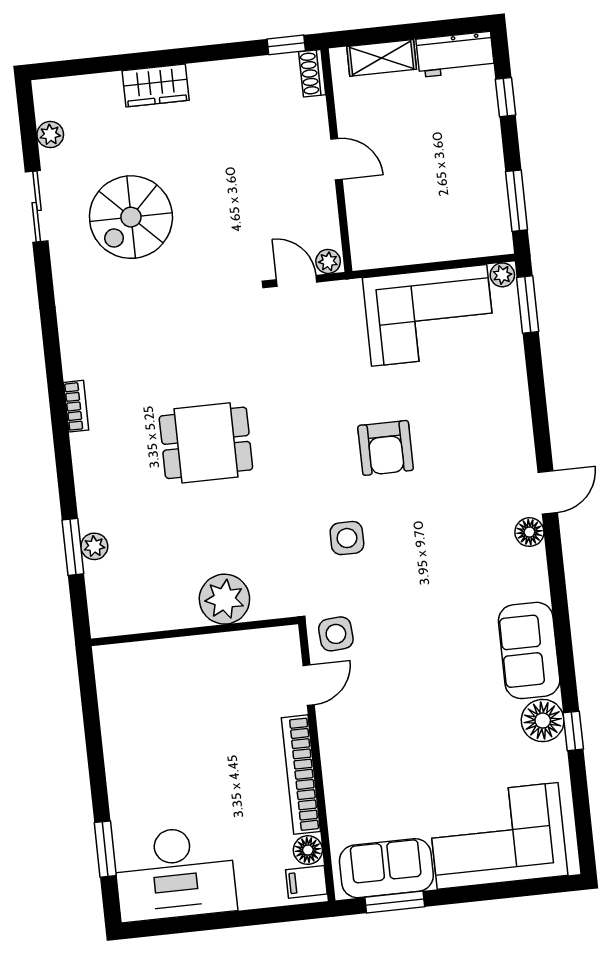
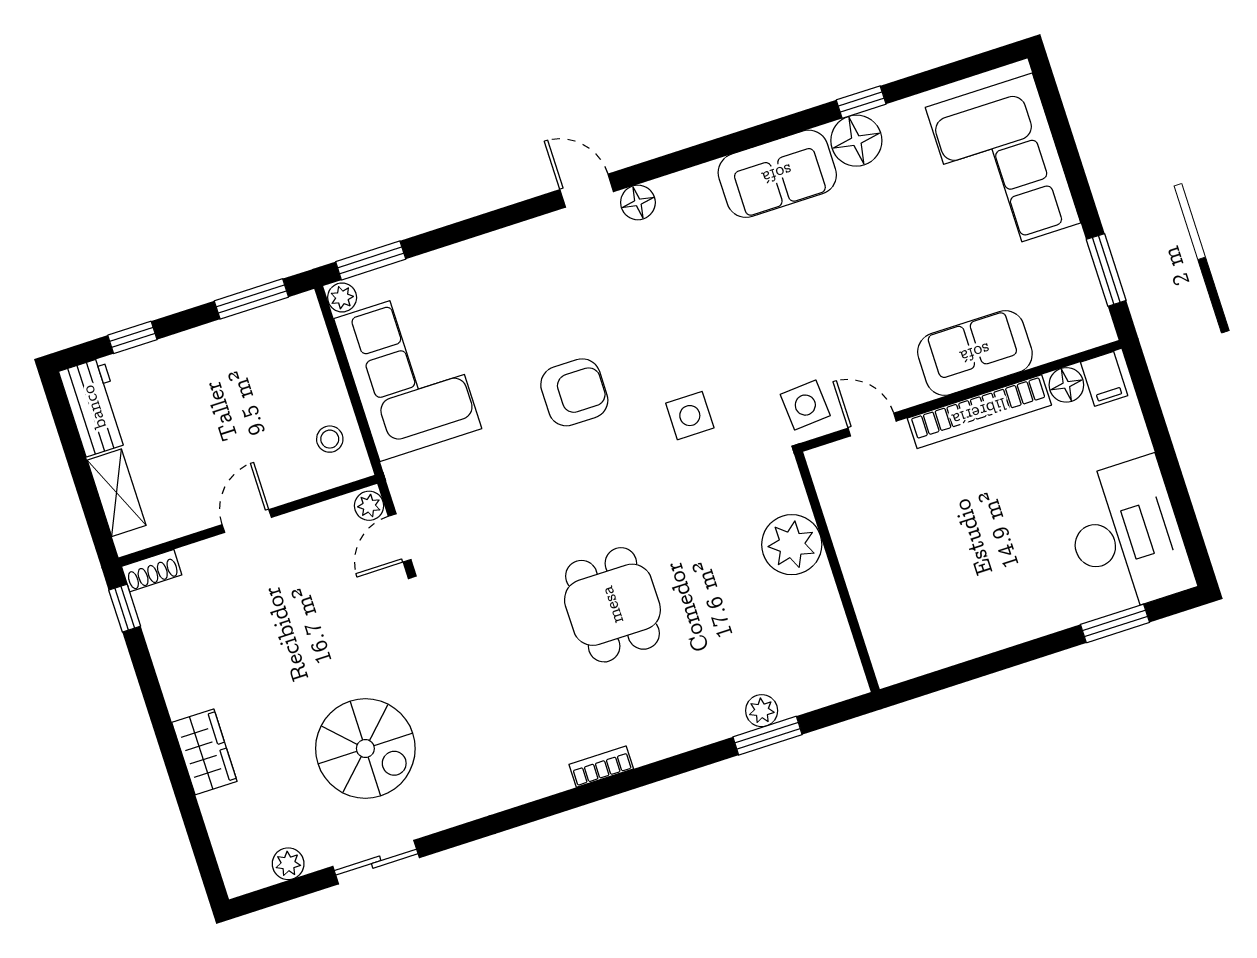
stool: (389, 241) -> (330, 439), added
sofa: (386, 868) -> (975, 353), moved, turned 90

